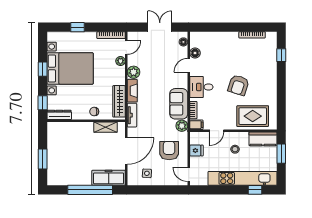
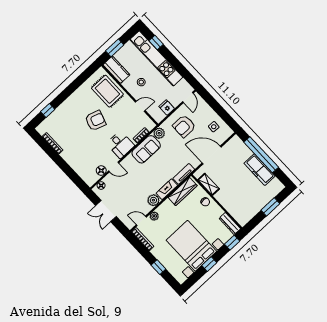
filing cabinet: (196, 125) -> (149, 124), removed
freezer: (109, 178) -> (260, 170), moved

